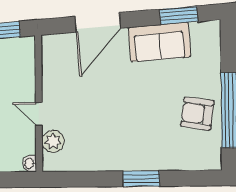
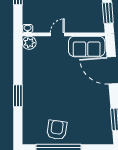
sofa: (159, 42) -> (87, 46), moved, turned -86
plant: (53, 141) -> (29, 43), moved

